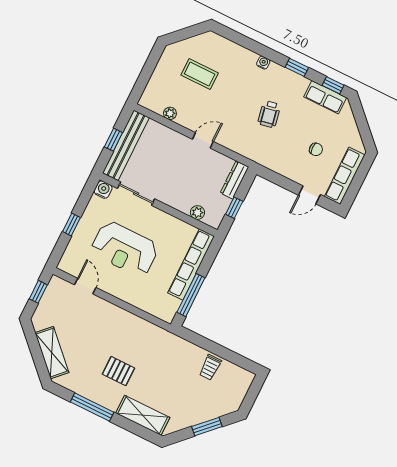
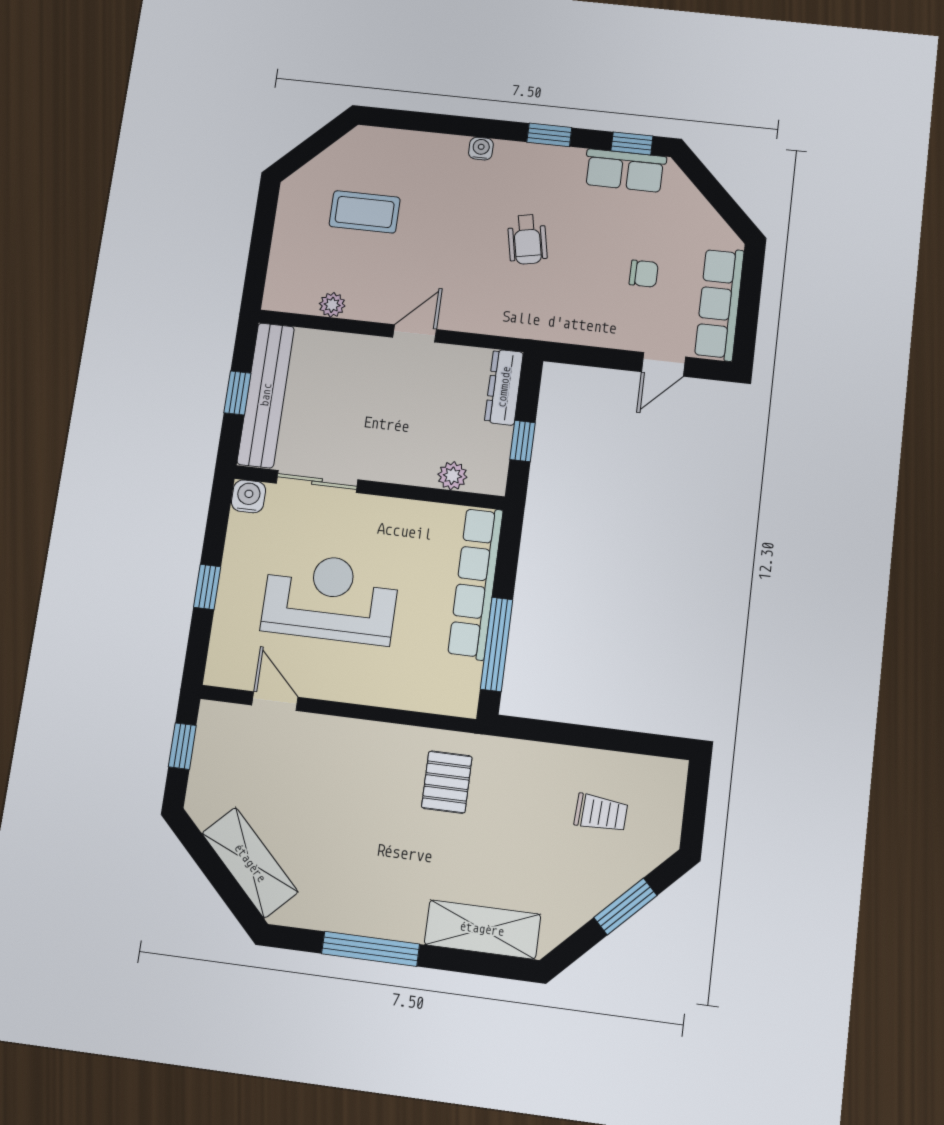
reception desk: (125, 249) -> (330, 598), turned 180
trolley: (210, 367) -> (601, 813), moved, turned -87
pallet: (118, 371) -> (447, 782), moved, turned 90

